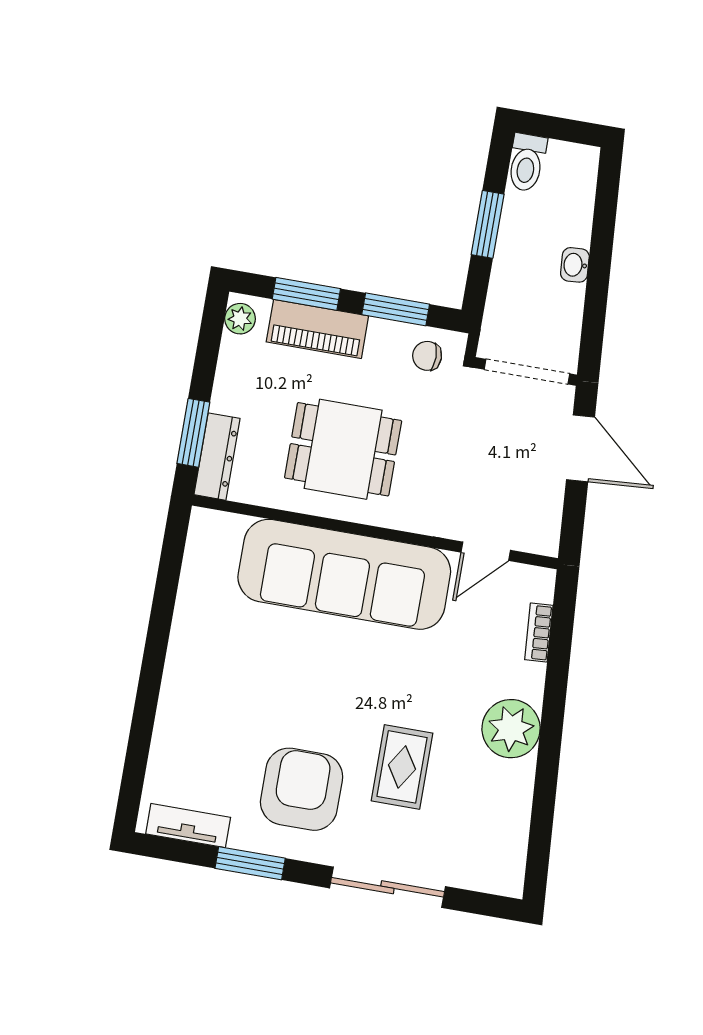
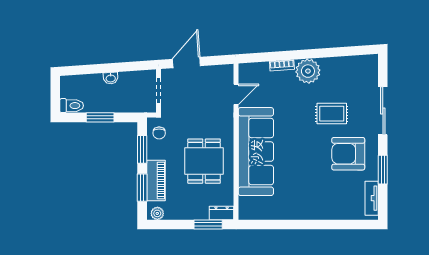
doorway: (527, 372) -> (158, 90), width x0.73
dresser: (217, 457) -> (222, 213), width x0.70
door: (486, 551) -> (236, 94), hinge flipped
bookcase: (539, 632) -> (282, 65), moved

